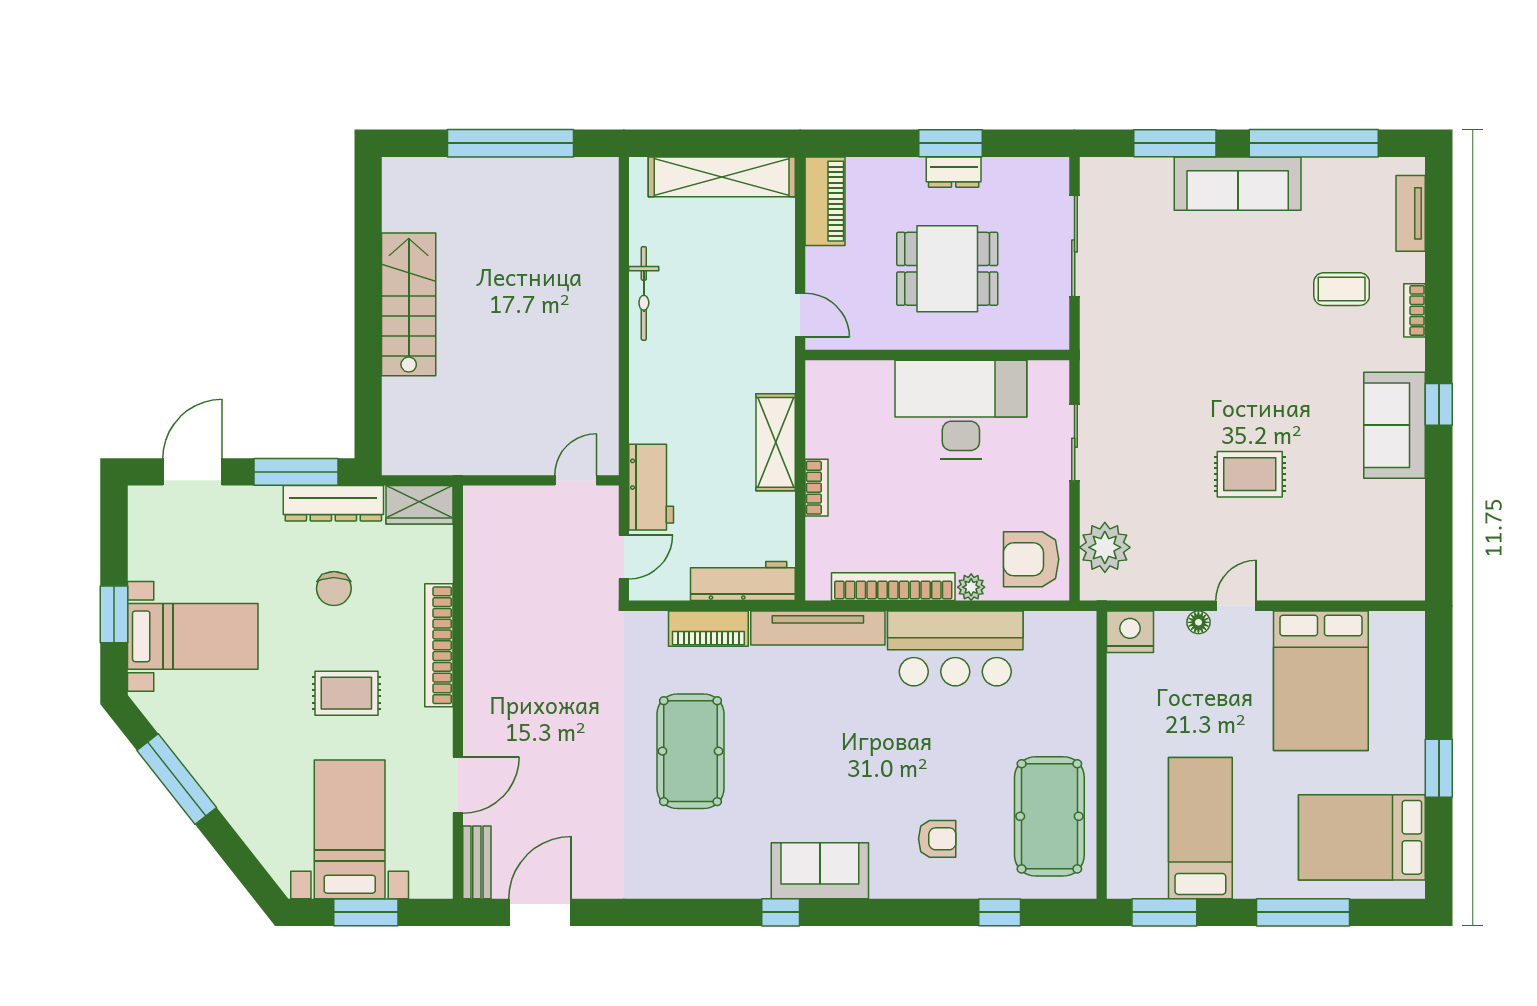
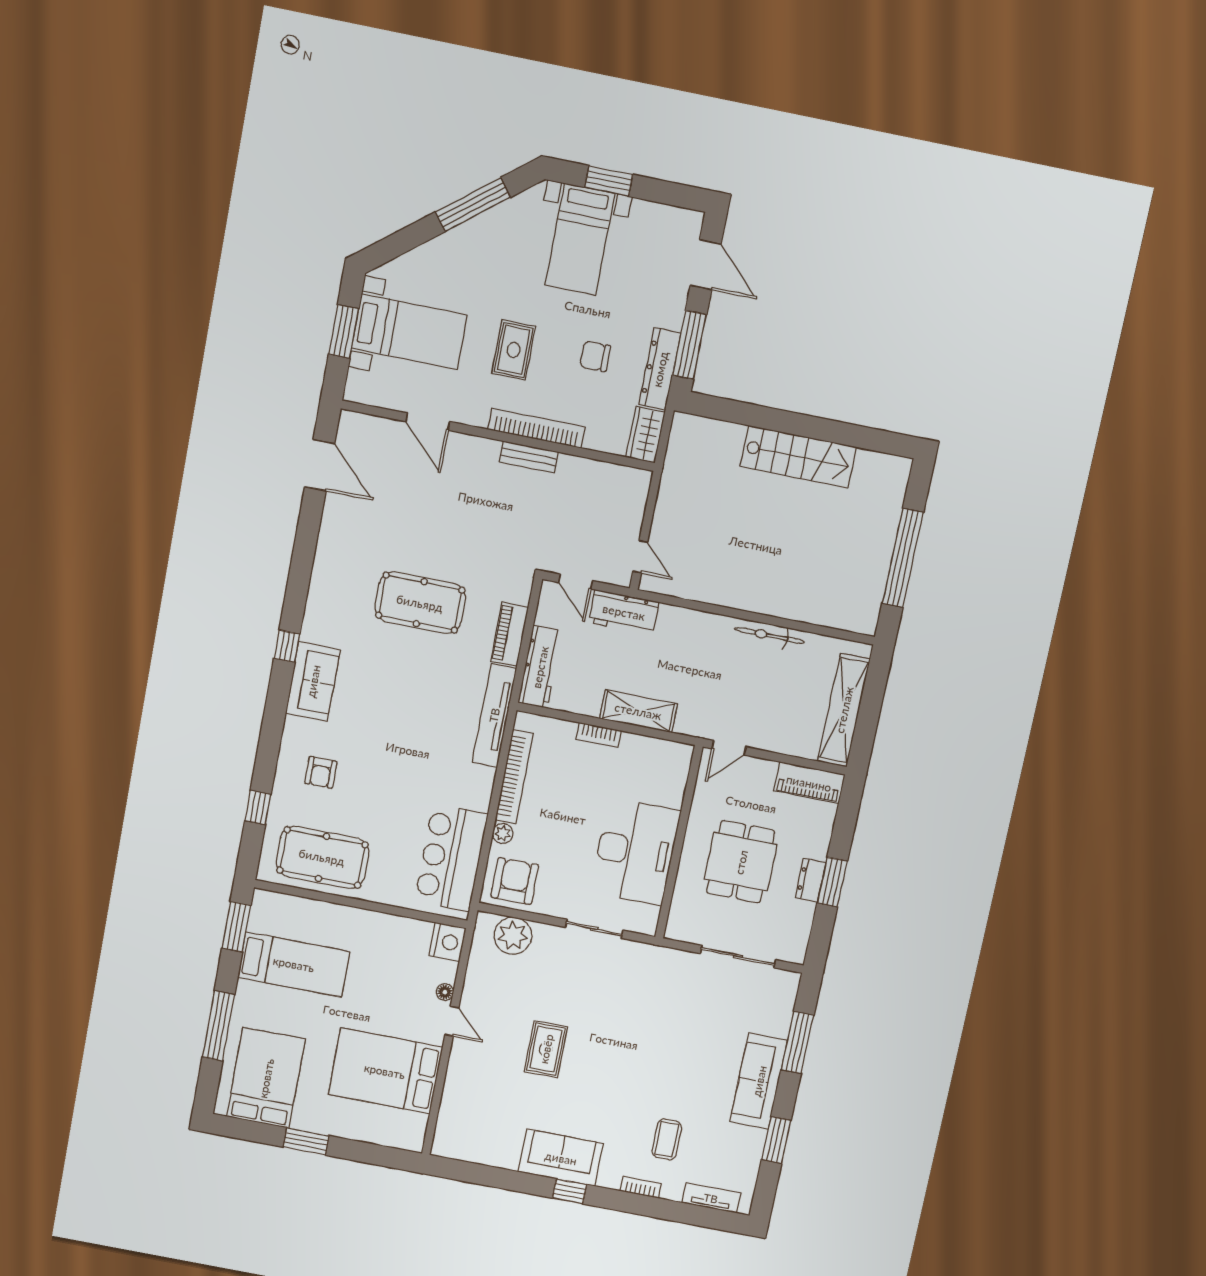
window: (1314, 143) -> (776, 1140), width x0.47
bar counter: (955, 648) -> (451, 858), moved
bench: (477, 862) -> (529, 457), moved

